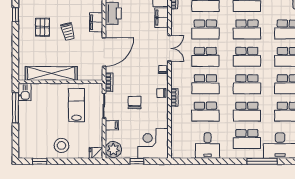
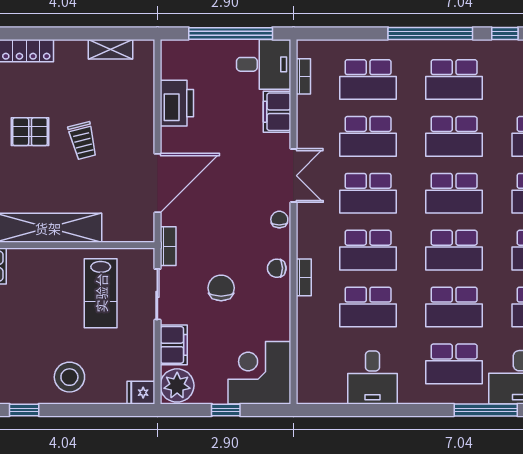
filing cabinet: (96, 22) -> (141, 122), removed
pallet: (42, 27) -> (30, 132), turned 90
lab bench: (77, 105) -> (101, 293), turned 180
filing cabinet: (112, 125) -> (174, 345), width x2.00

